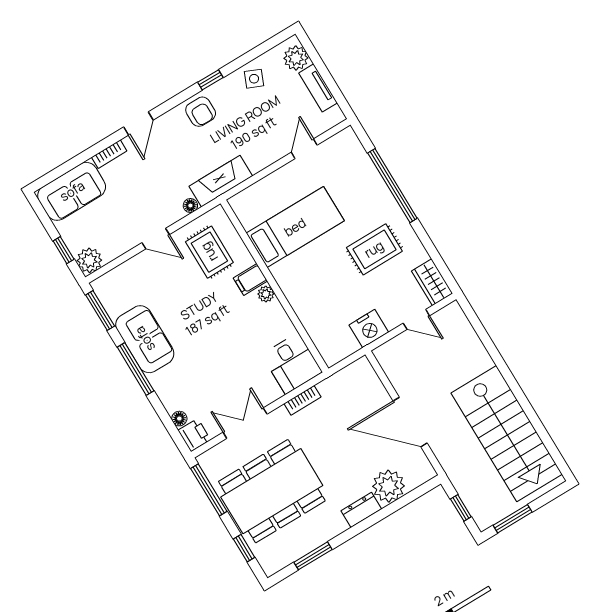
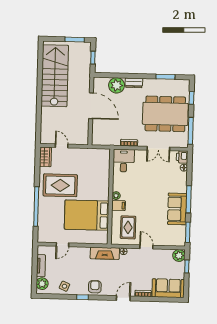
bed: (295, 227) -> (87, 215), width x1.50
rug: (374, 249) -> (60, 185), width x1.36, depth x1.43
nightstand: (369, 329) -> (83, 155), removed

